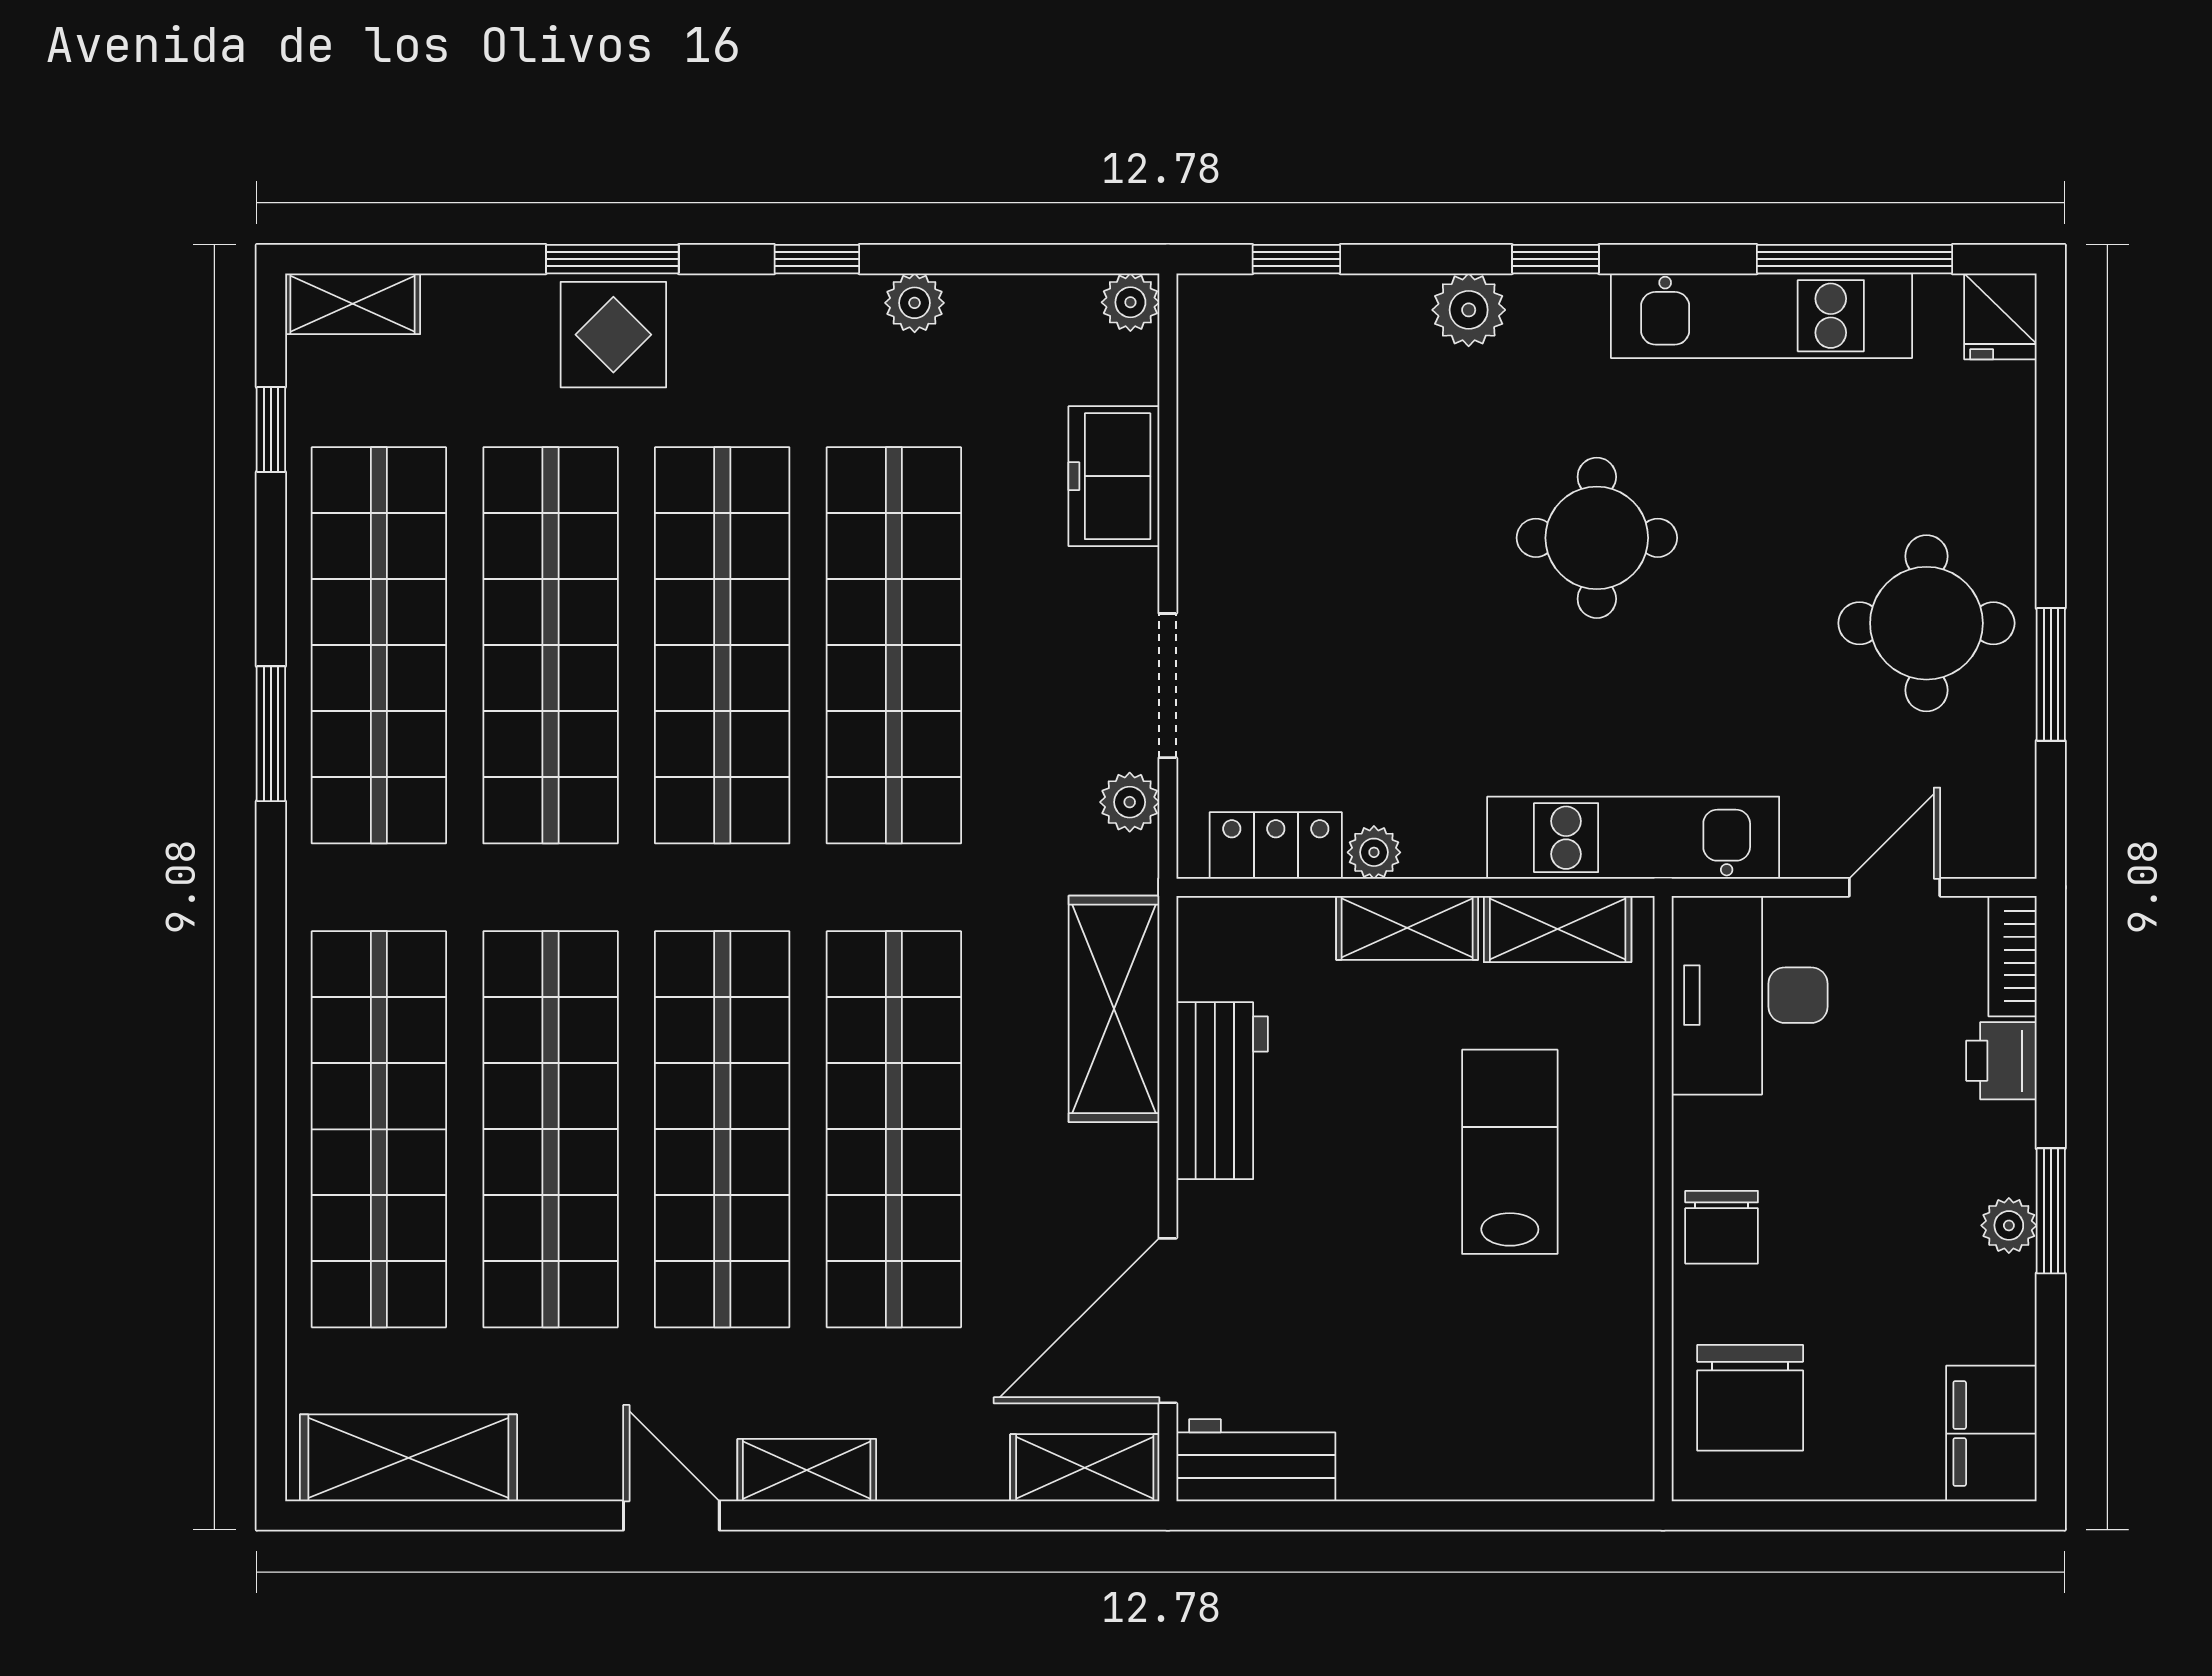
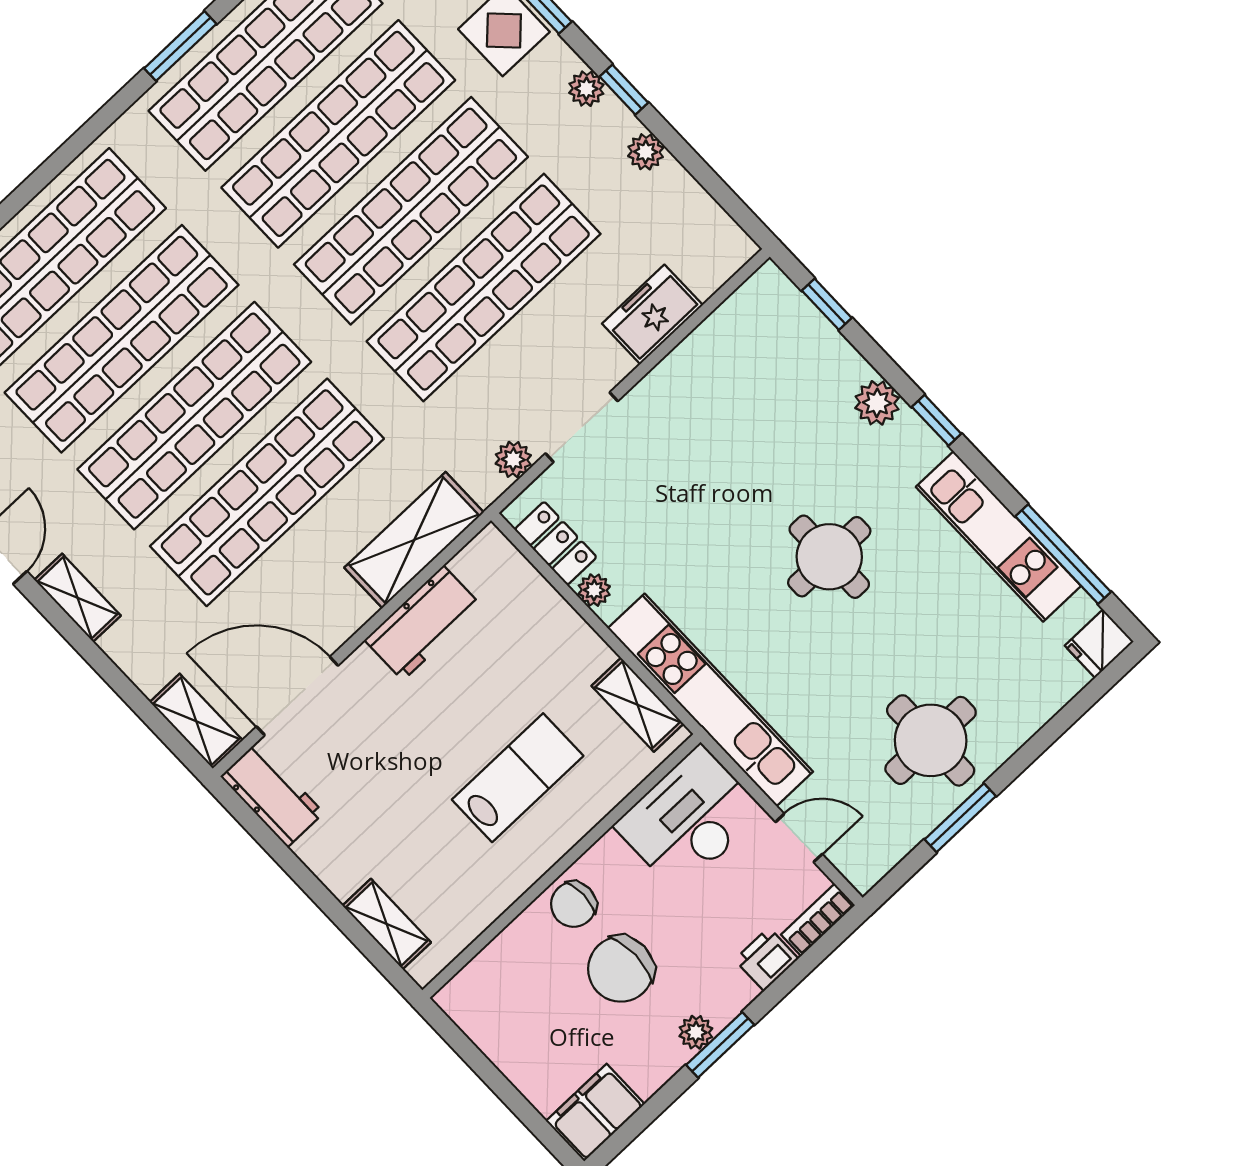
plant: (1130, 302) -> (586, 89), moved
kitchen unit: (1633, 838) -> (710, 700), width x1.36
shelving: (1407, 928) -> (387, 924), moved
chair: (1750, 1398) -> (621, 969), moved

